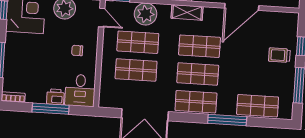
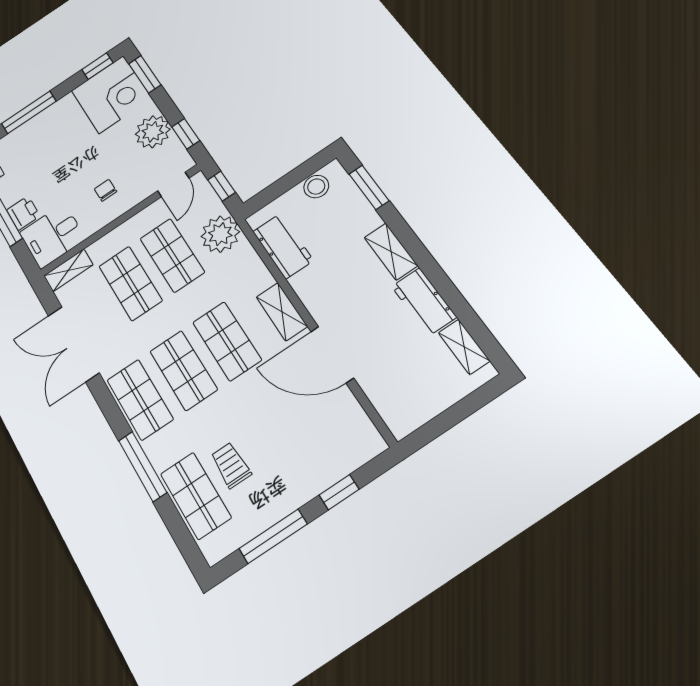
shelving: (187, 12) -> (282, 312), moved
trolley: (279, 55) -> (231, 465), moved
shelving: (105, 94) -> (68, 270), added

